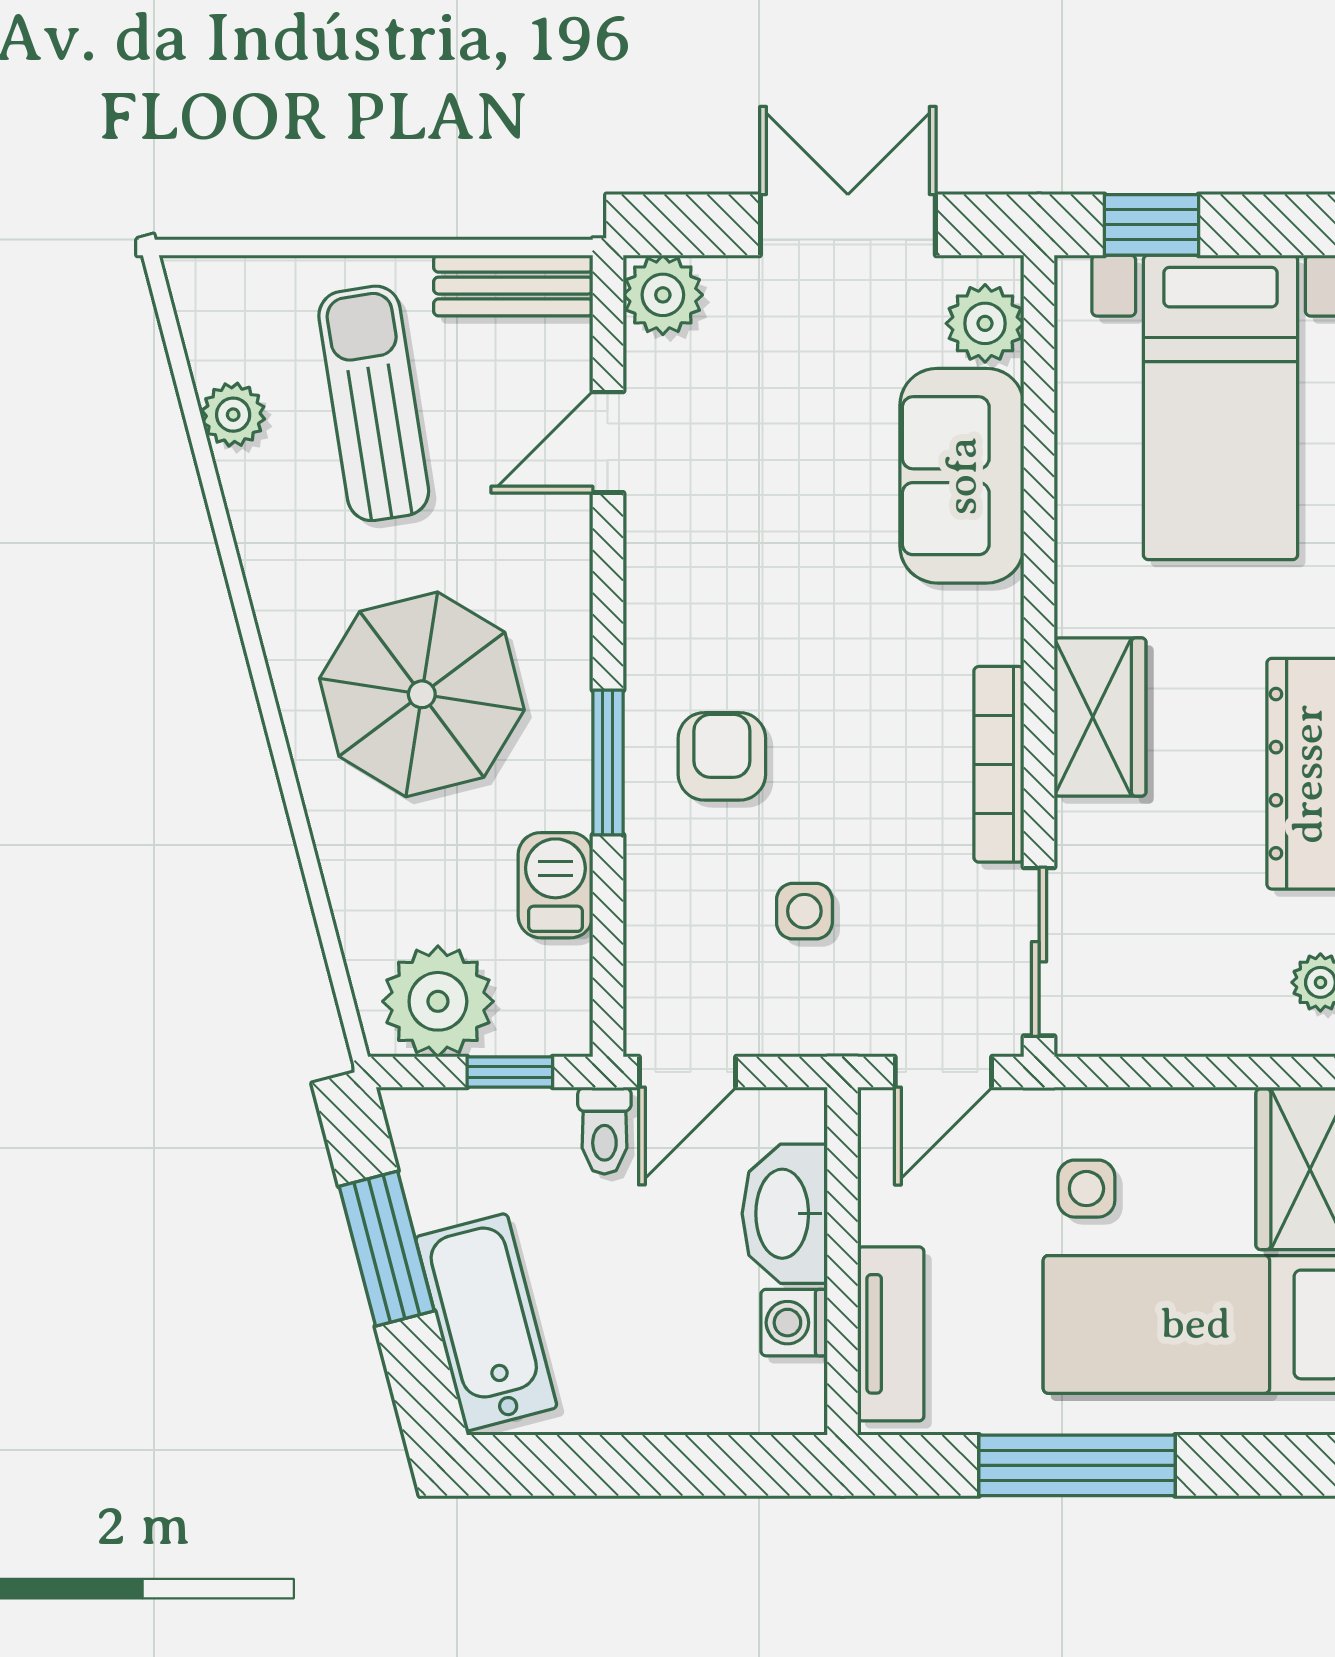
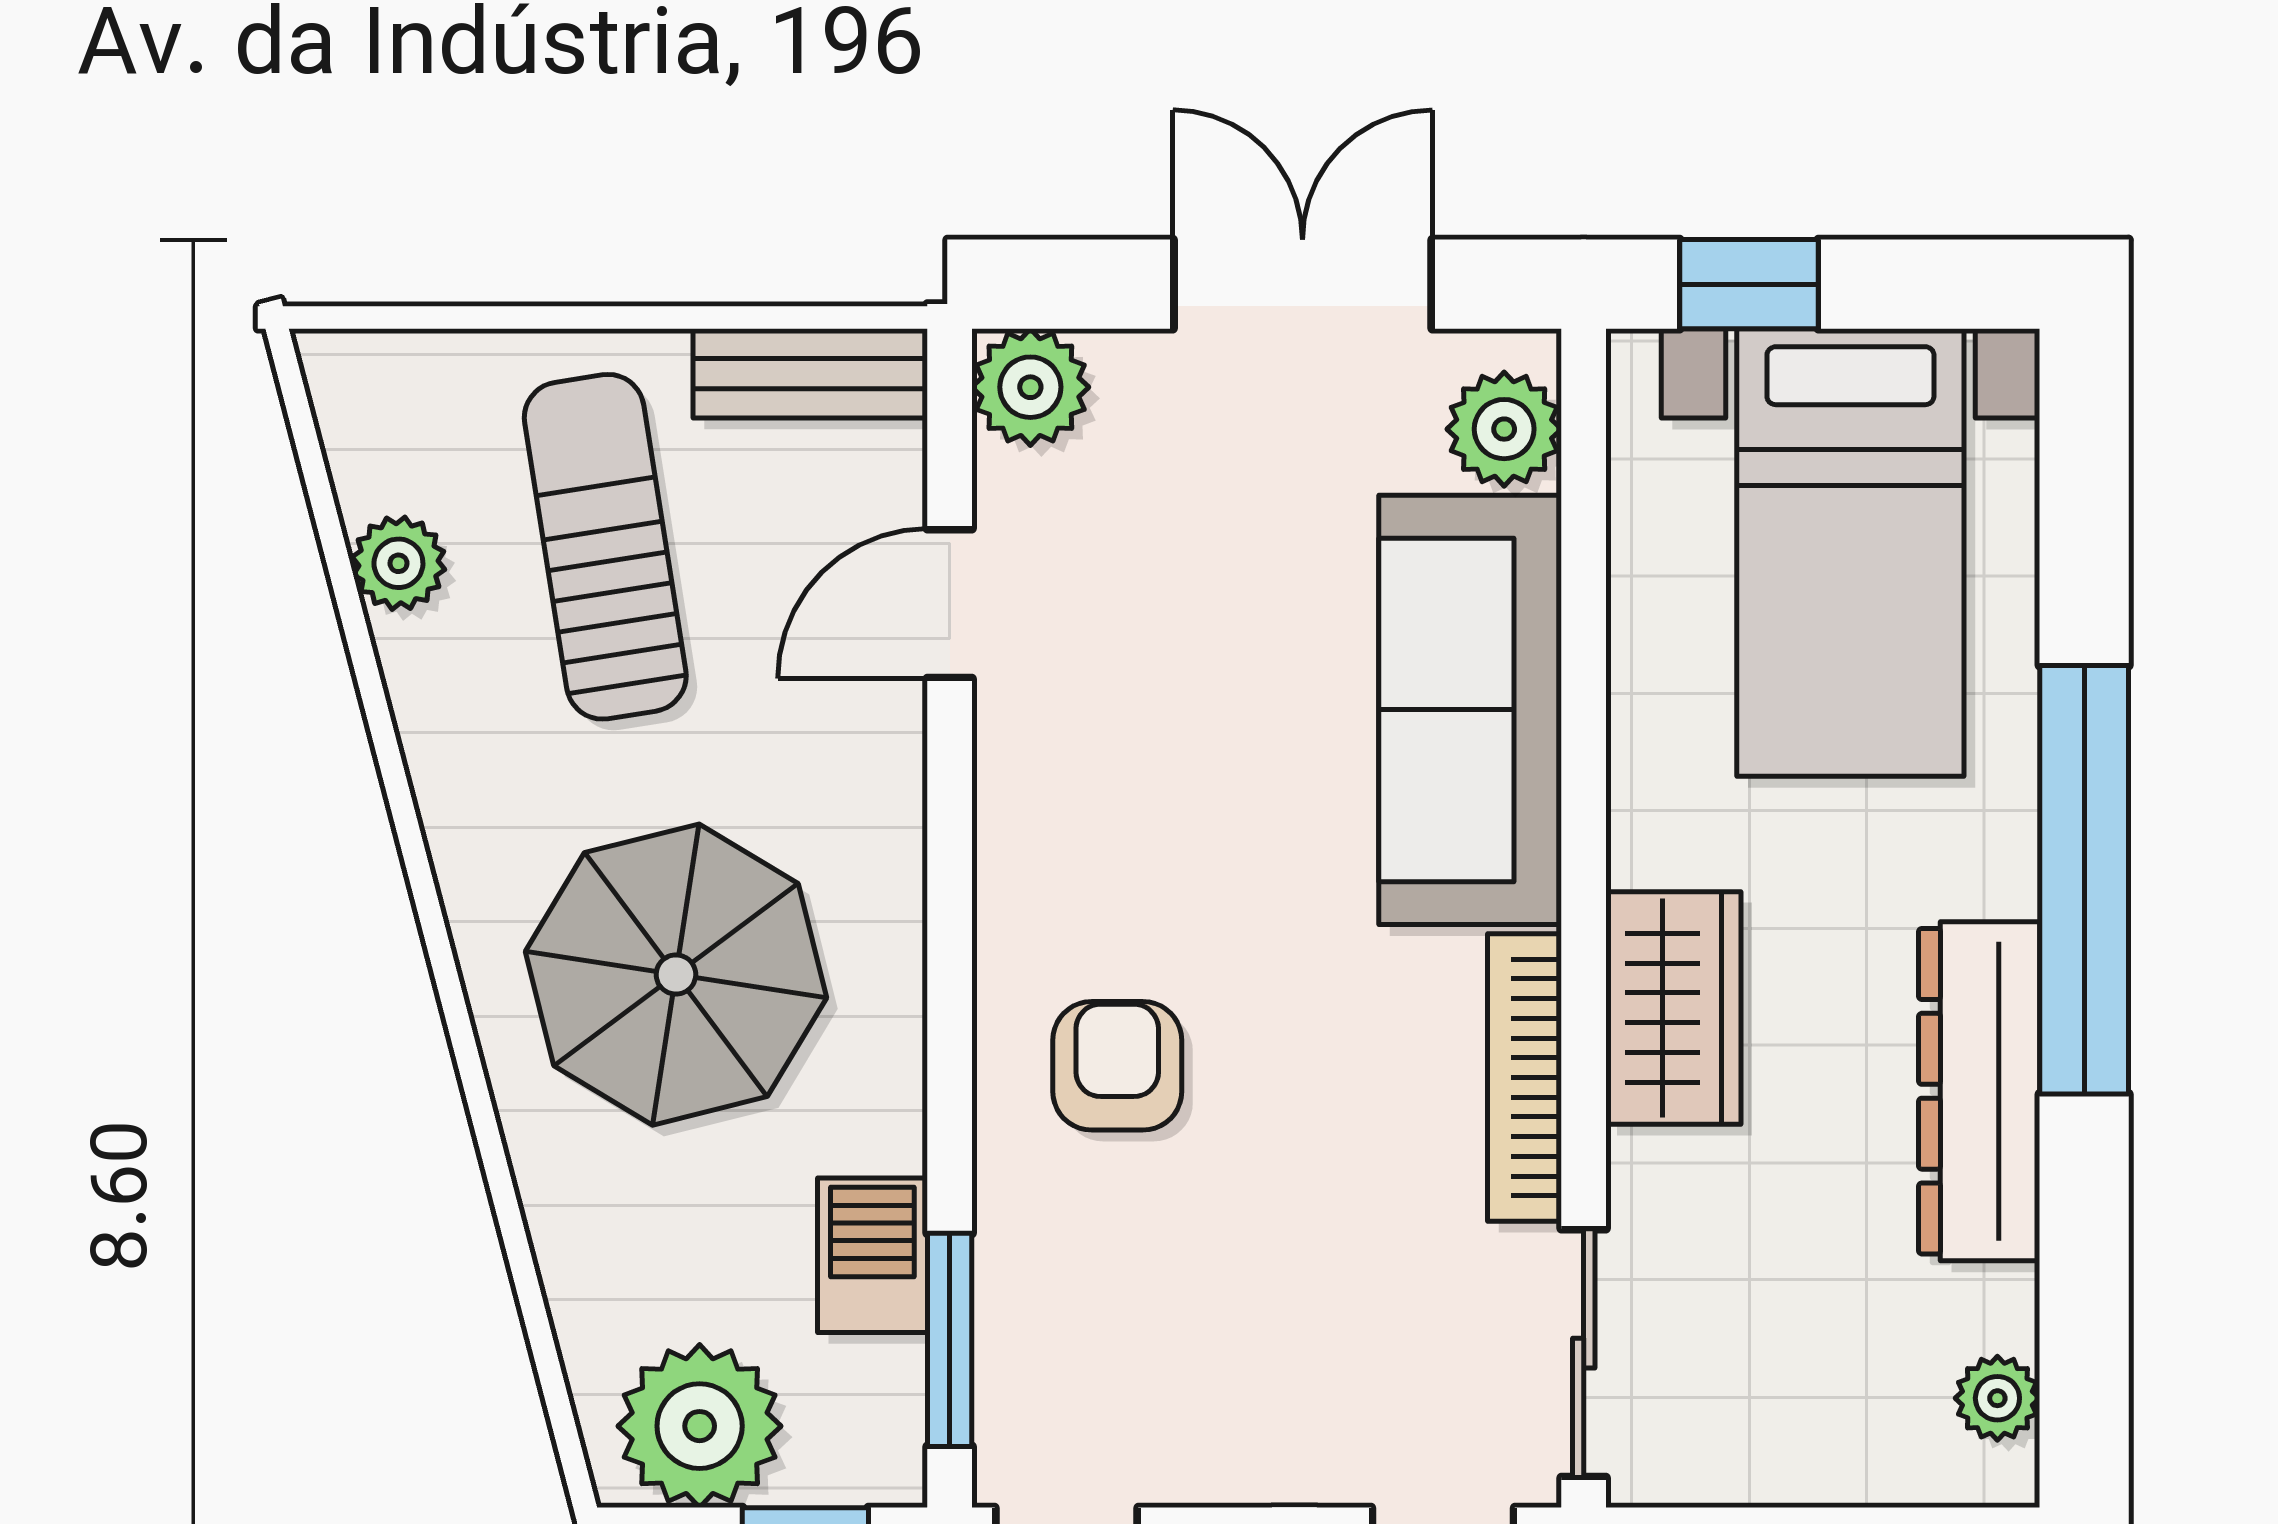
sofa: (962, 476) -> (1470, 710), width x1.36
window: (608, 763) -> (950, 1340), moved
side table: (804, 911) -> (1239, 1293), removed

